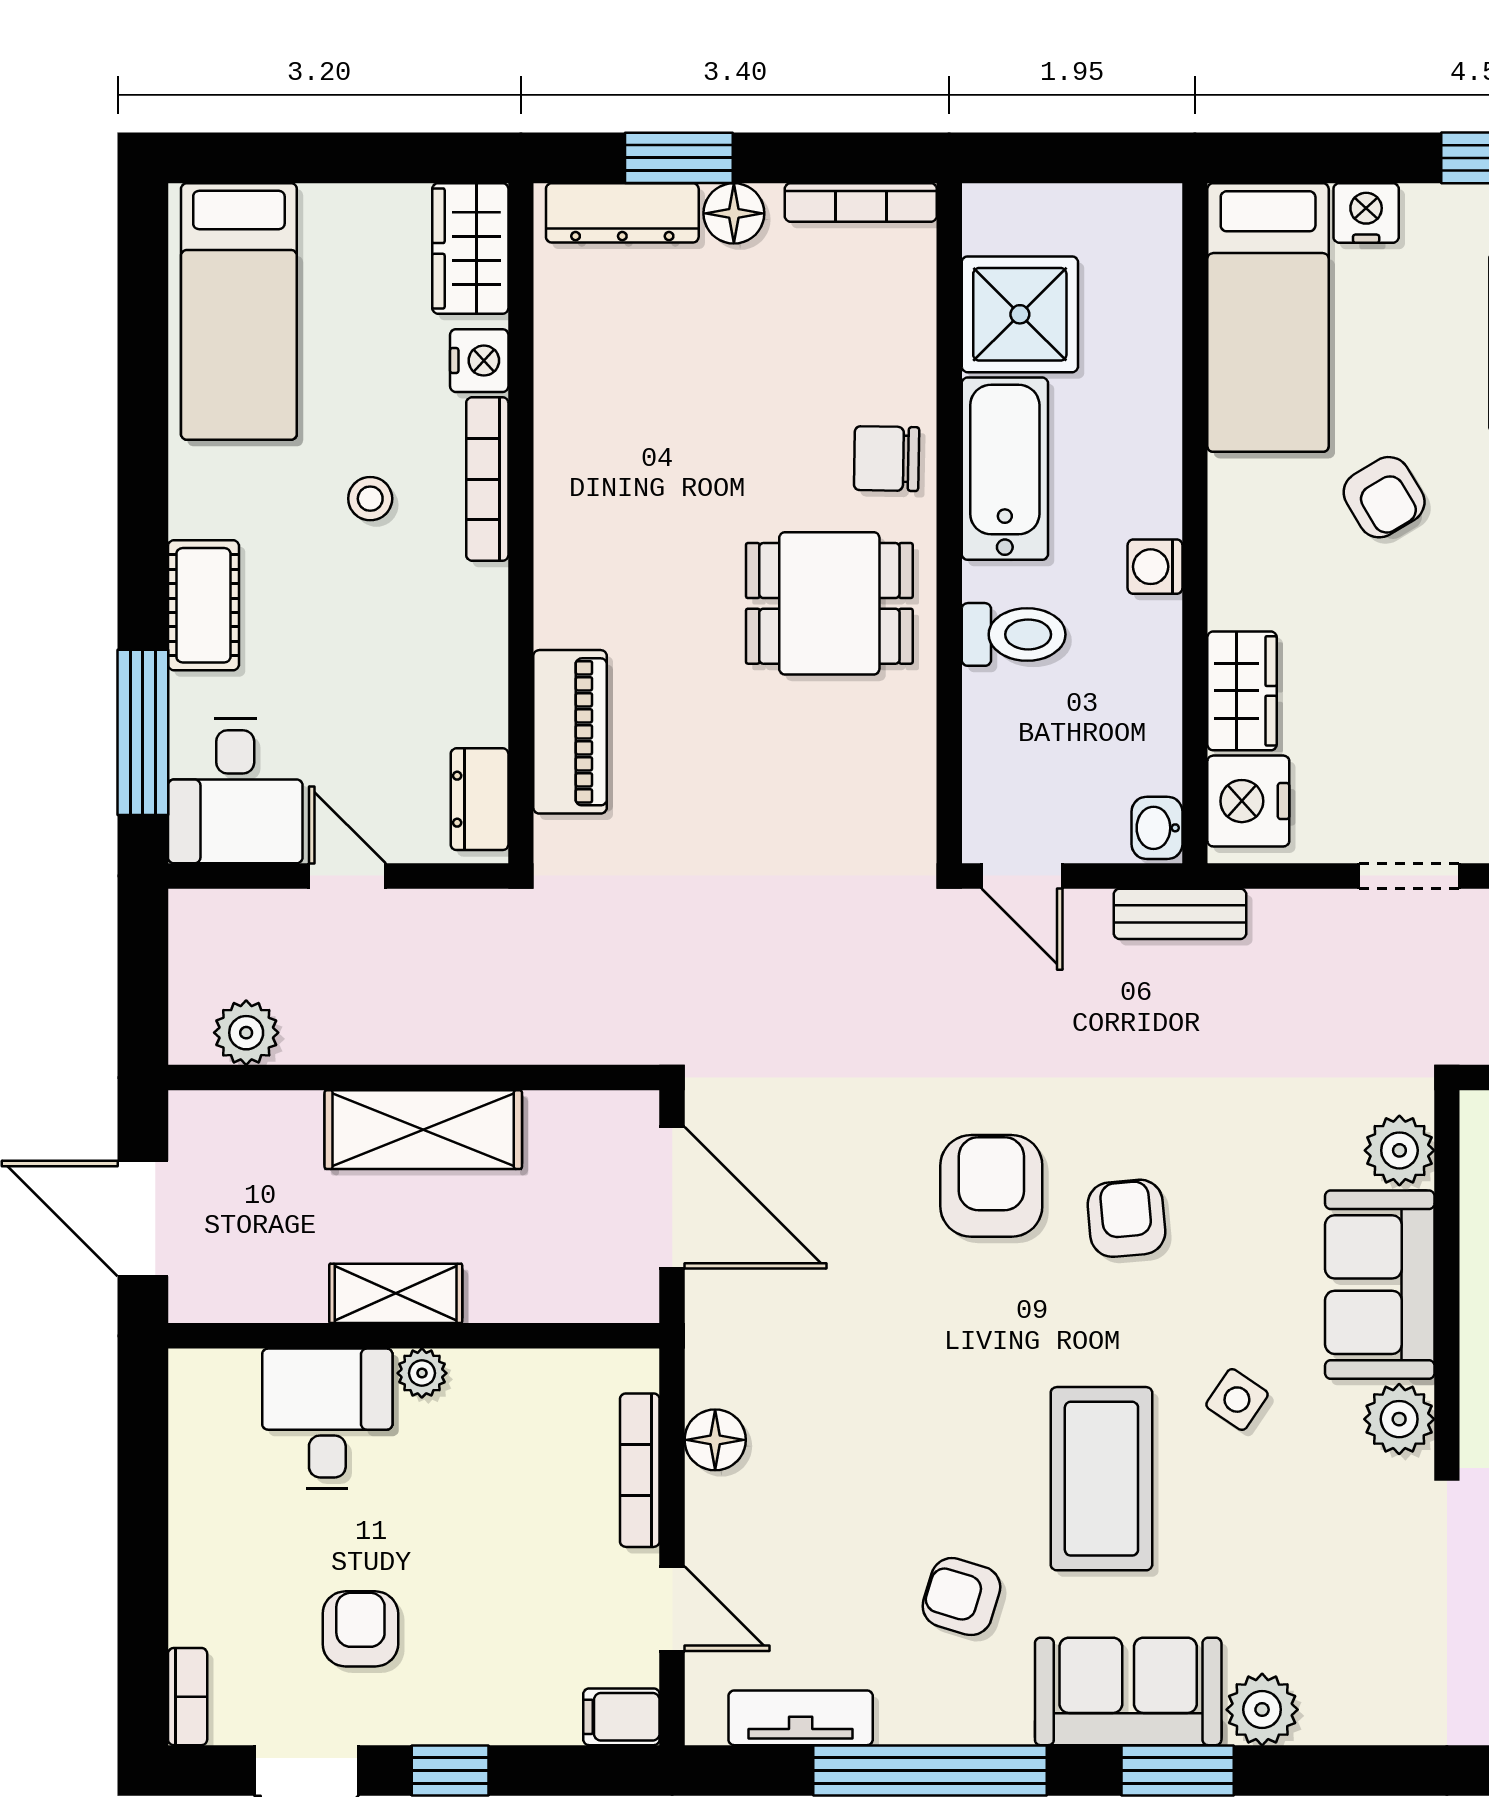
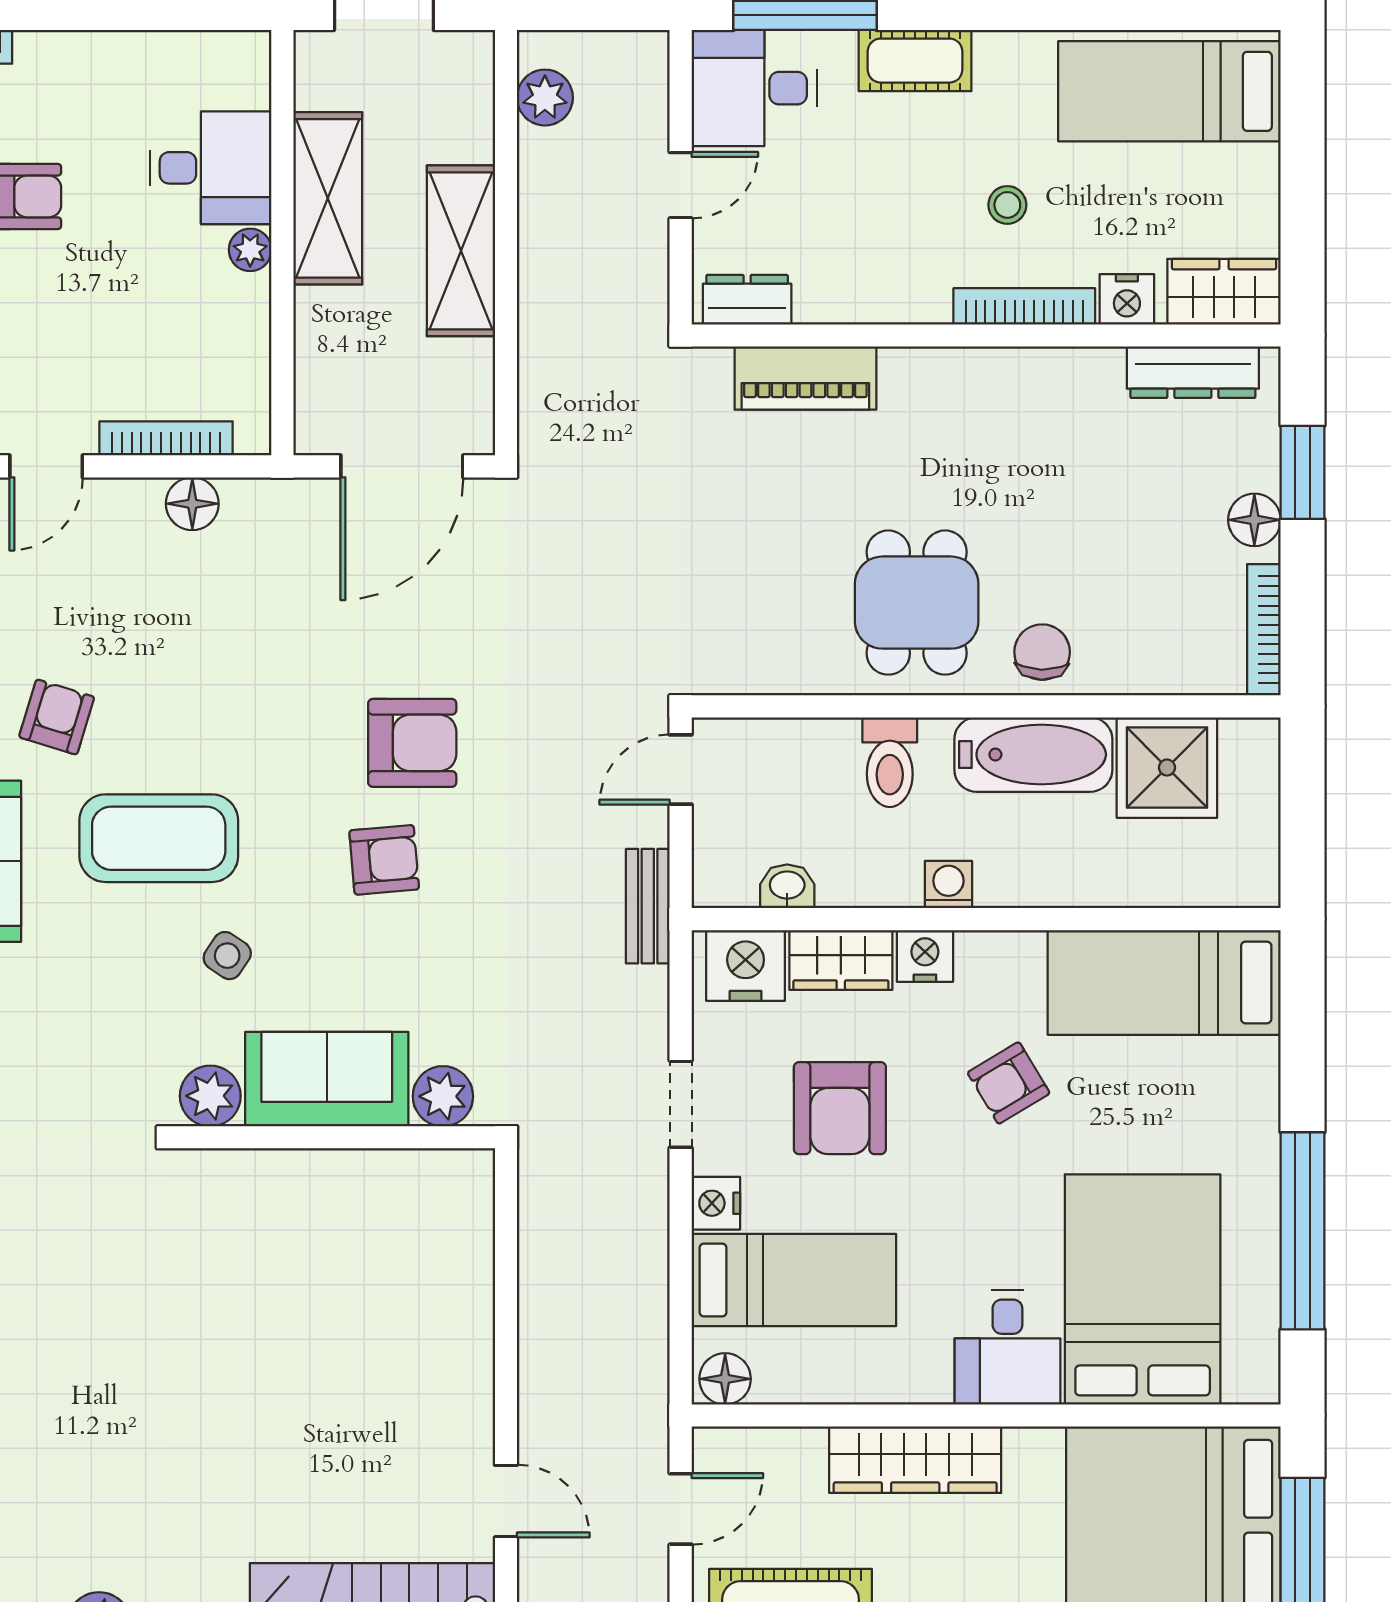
dresser: (622, 213) -> (1193, 372), moved, turned -90
nightstand: (1366, 213) -> (925, 956), moved, turned -90
armchair: (1413, 692) -> (840, 1108), added
washbasin: (1157, 828) -> (787, 886), moved
shelving: (396, 1293) -> (328, 198), width x1.50, depth x1.33

